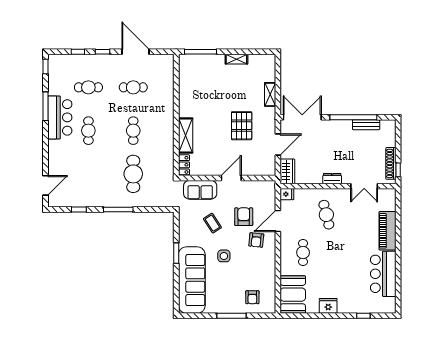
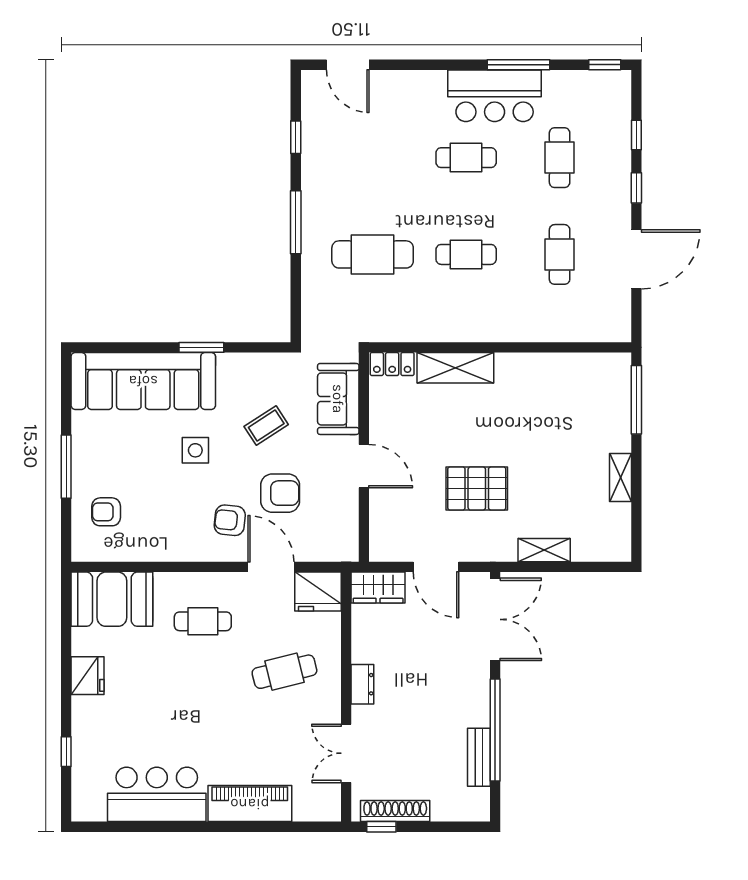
fridge: (287, 194) -> (318, 591), width x1.88, depth x1.34

